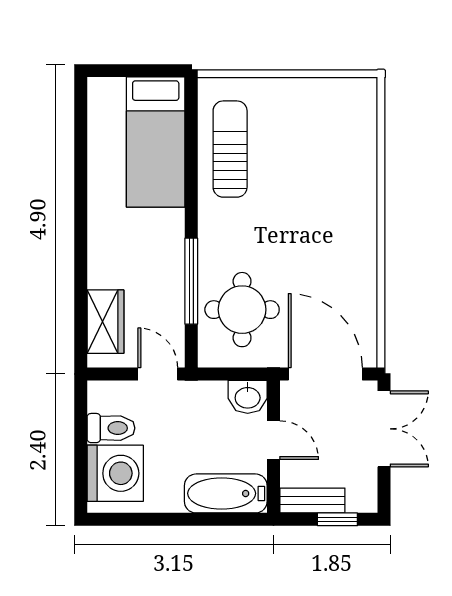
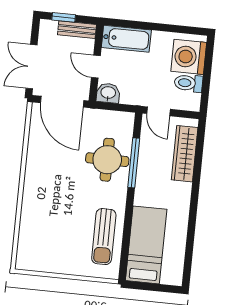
round table: (242, 310) -> (107, 160), moved
wardrobe: (105, 322) -> (185, 154), width x1.50

